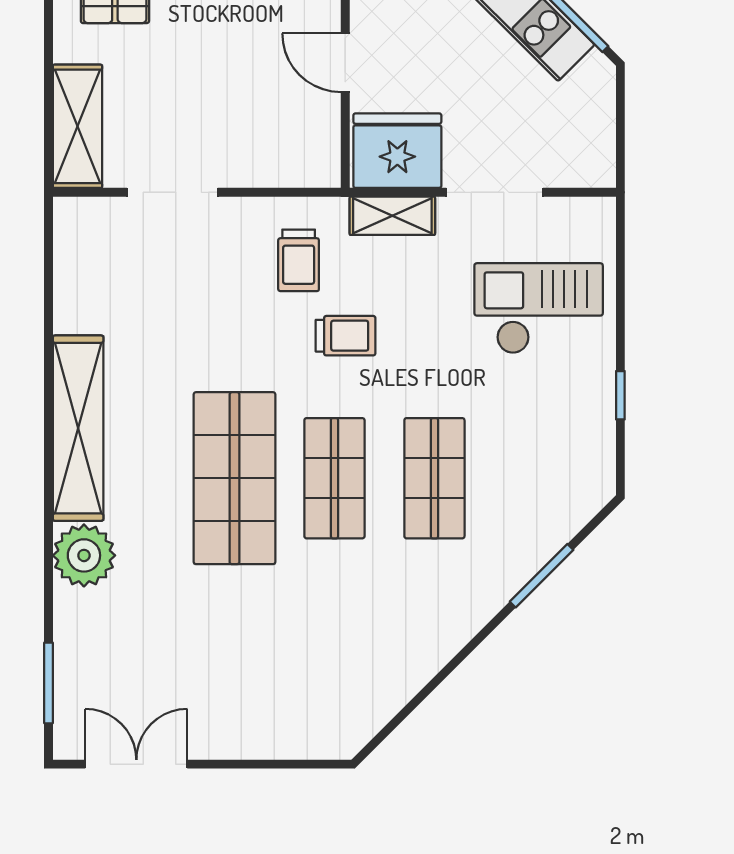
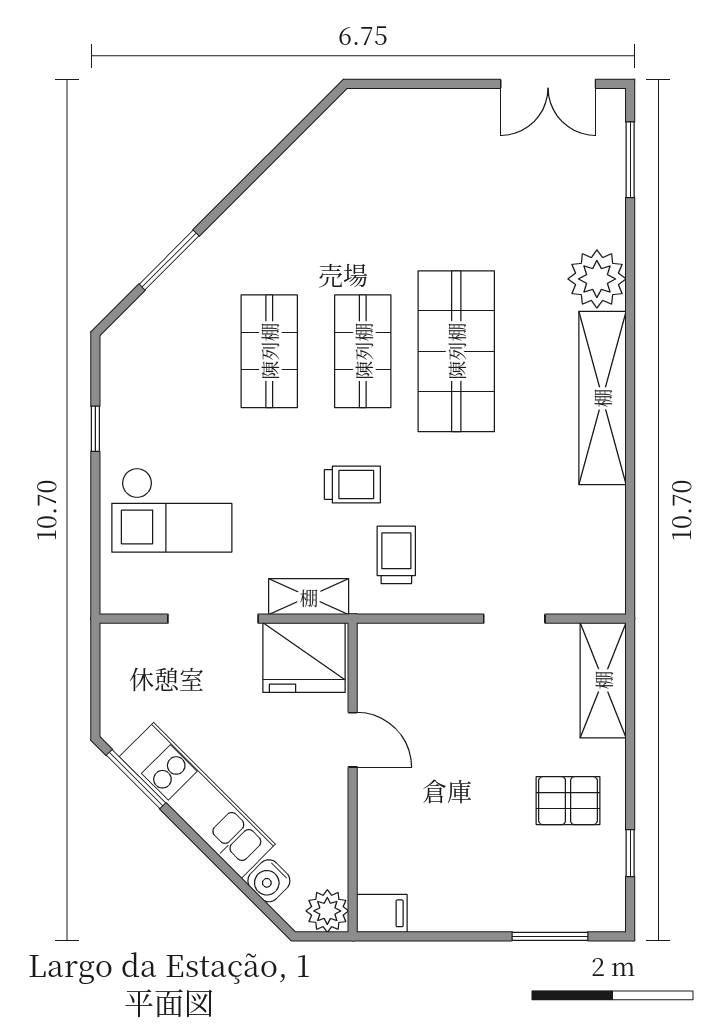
doorway: (172, 192) -> (514, 619), width x0.73
trolley: (346, 336) -> (352, 484), turned 180

